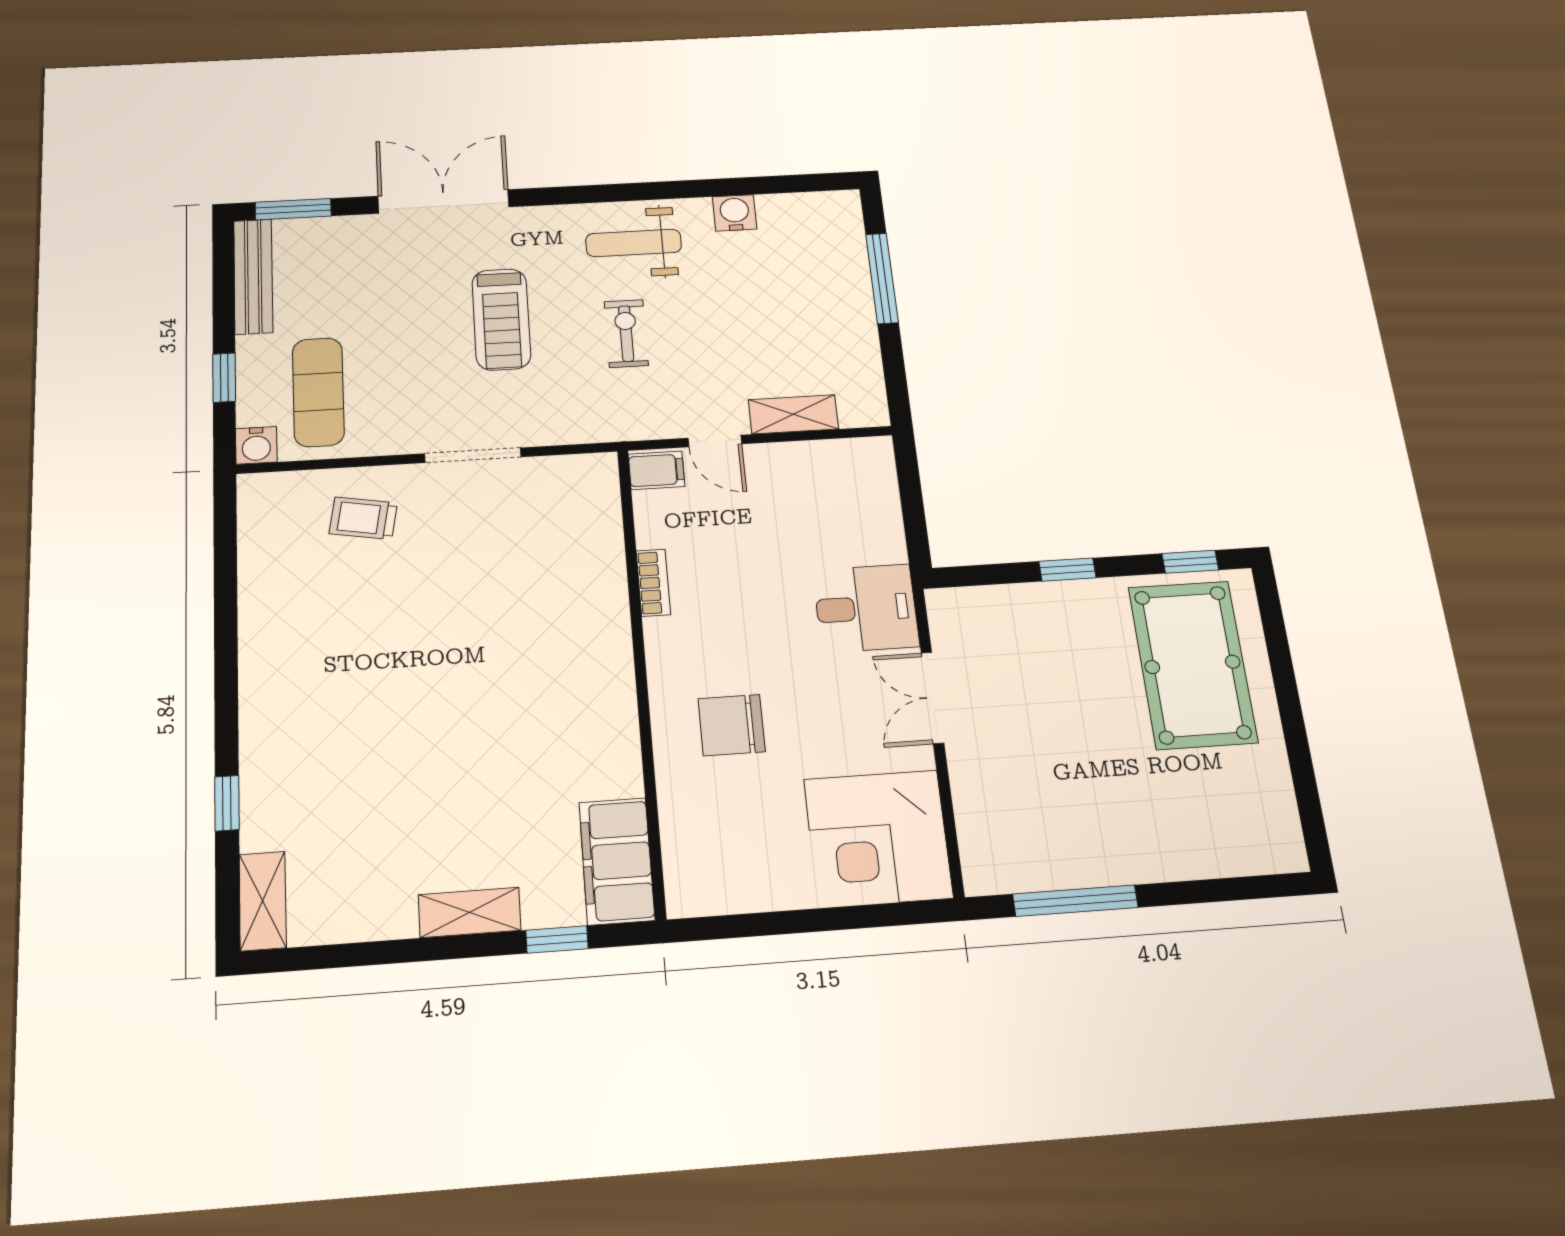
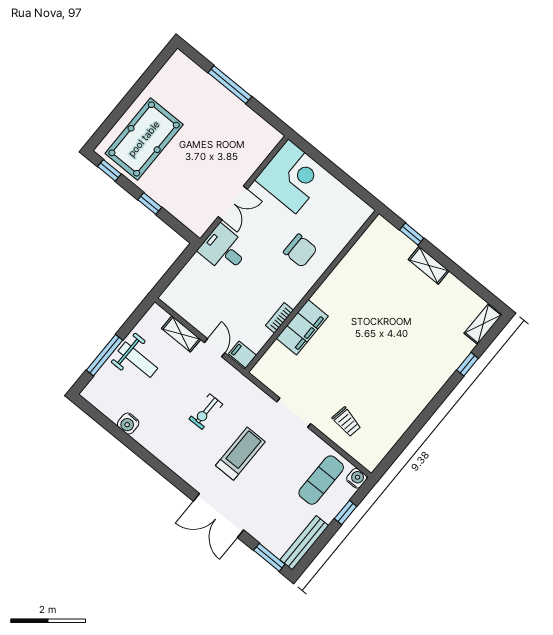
weight bench: (634, 243) -> (138, 360), moved
filing cabinet: (617, 861) -> (302, 327), moved
window: (1075, 901) -> (230, 85), moved

